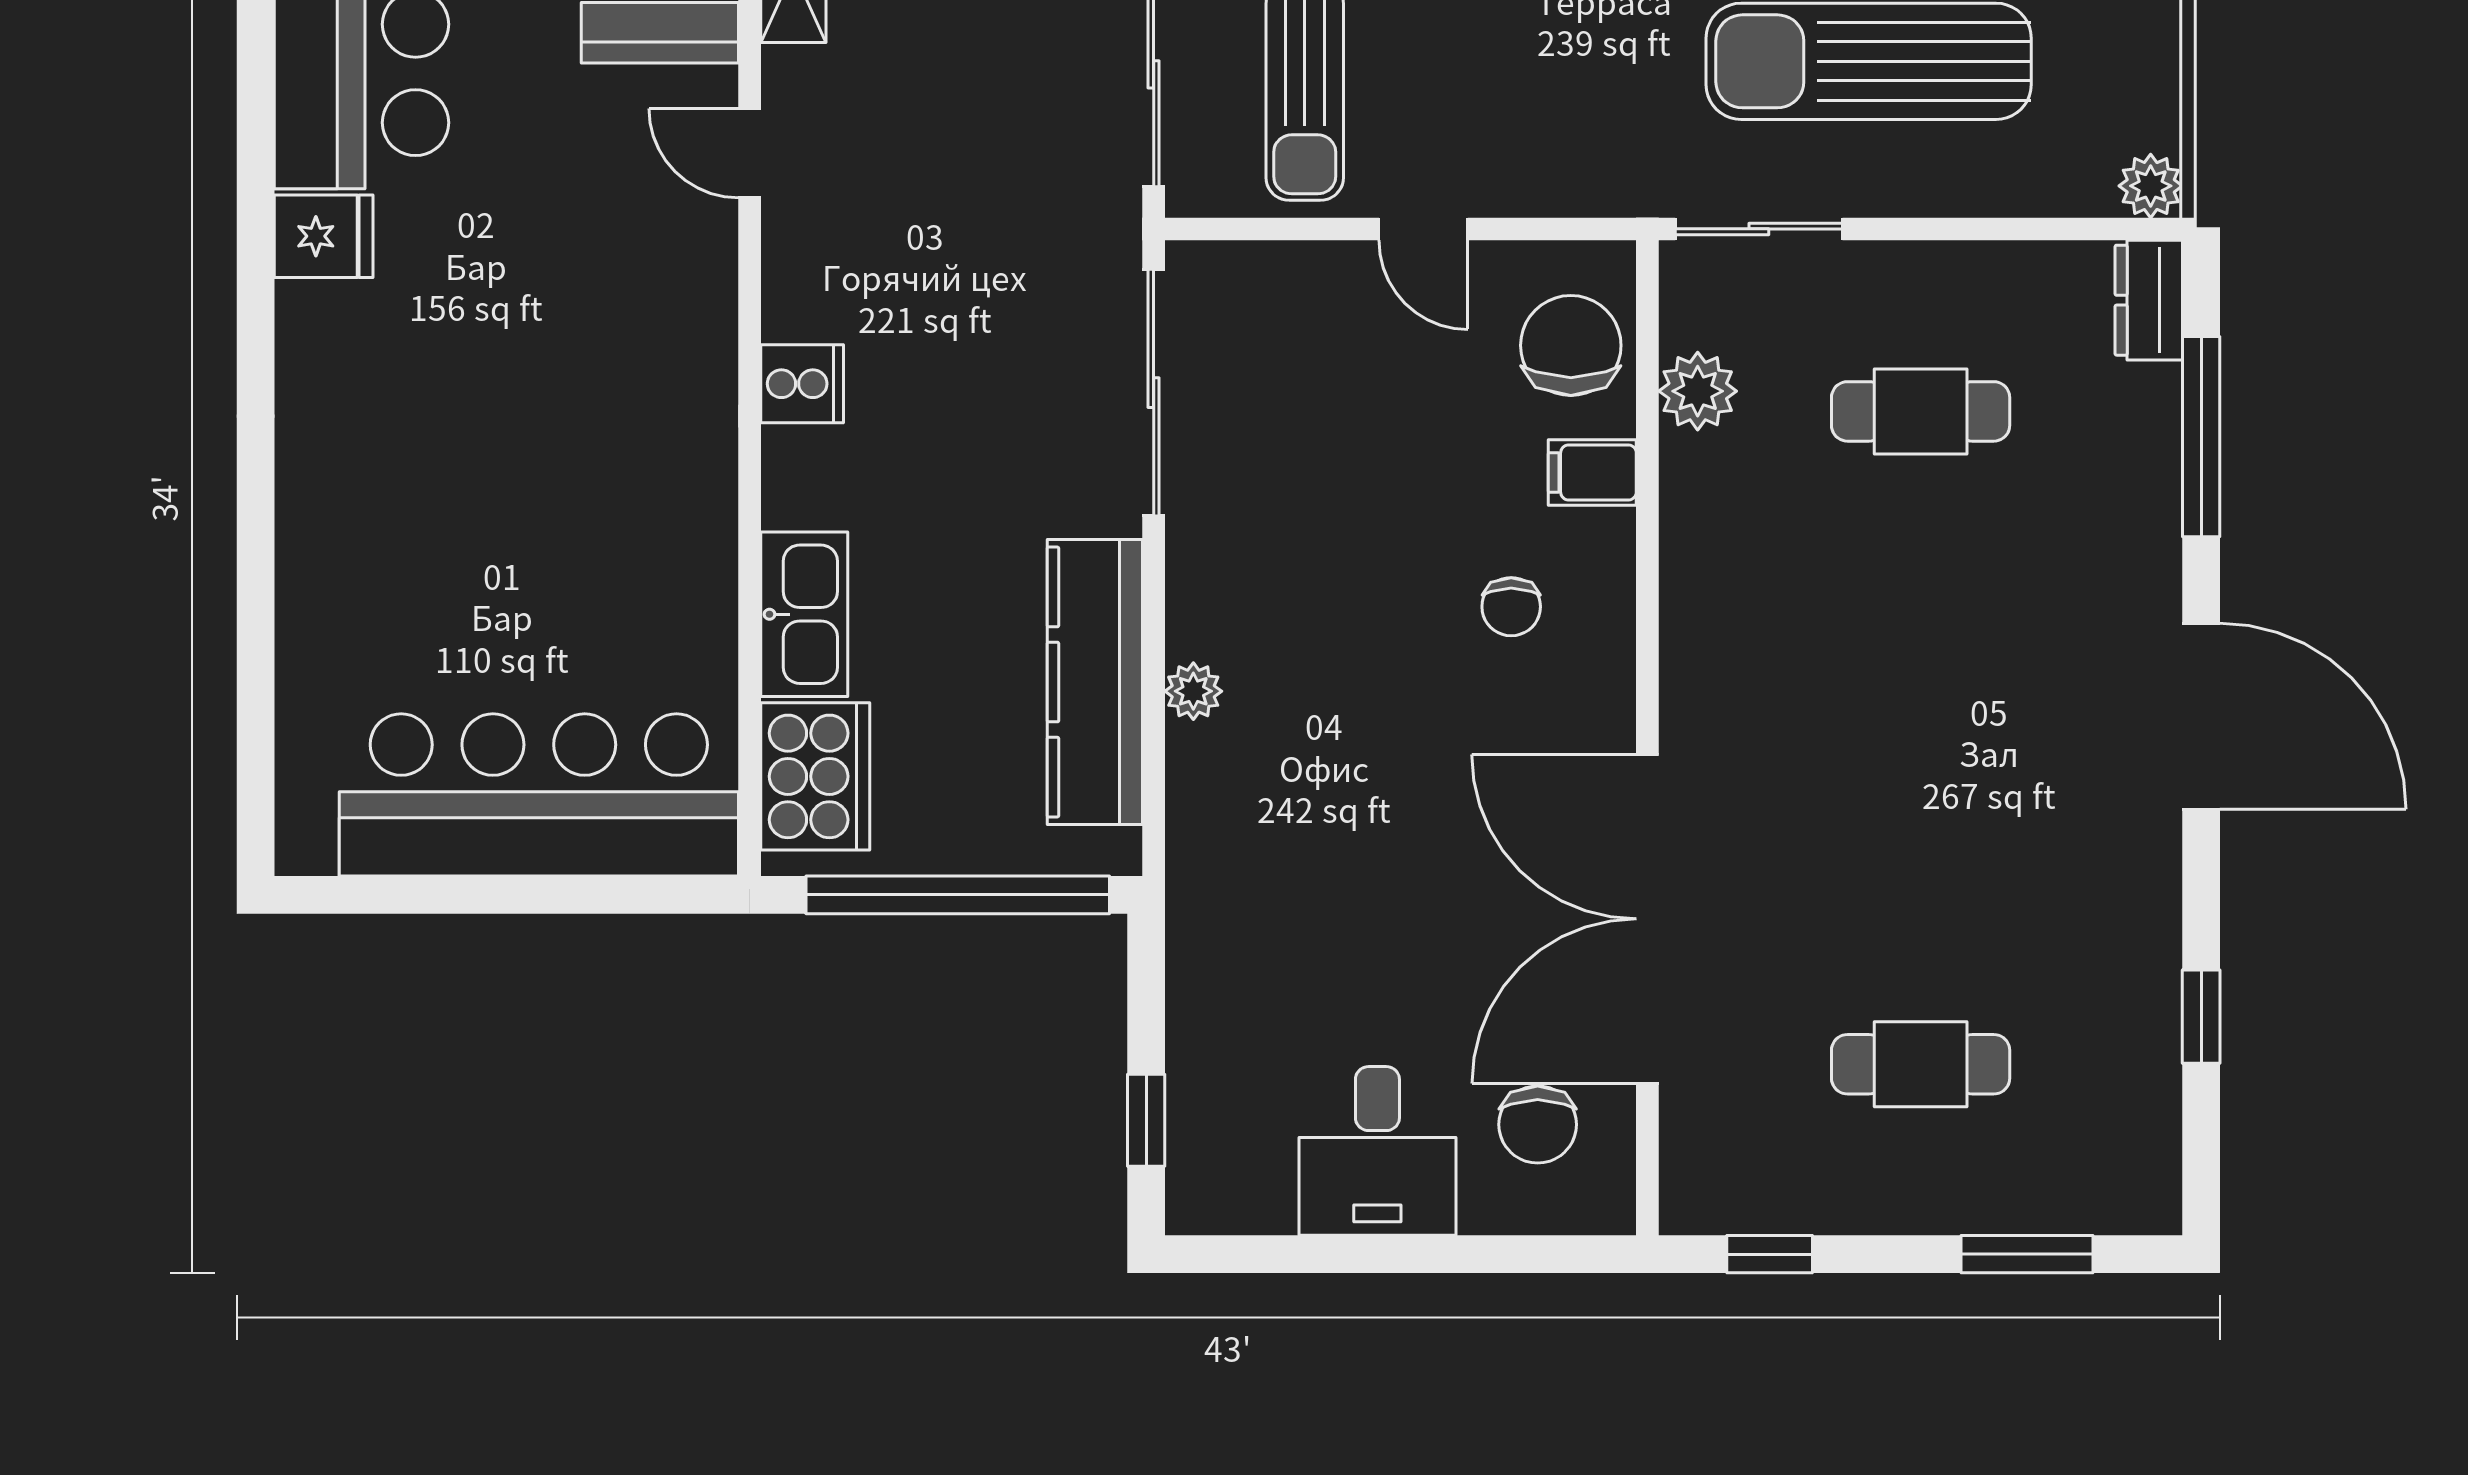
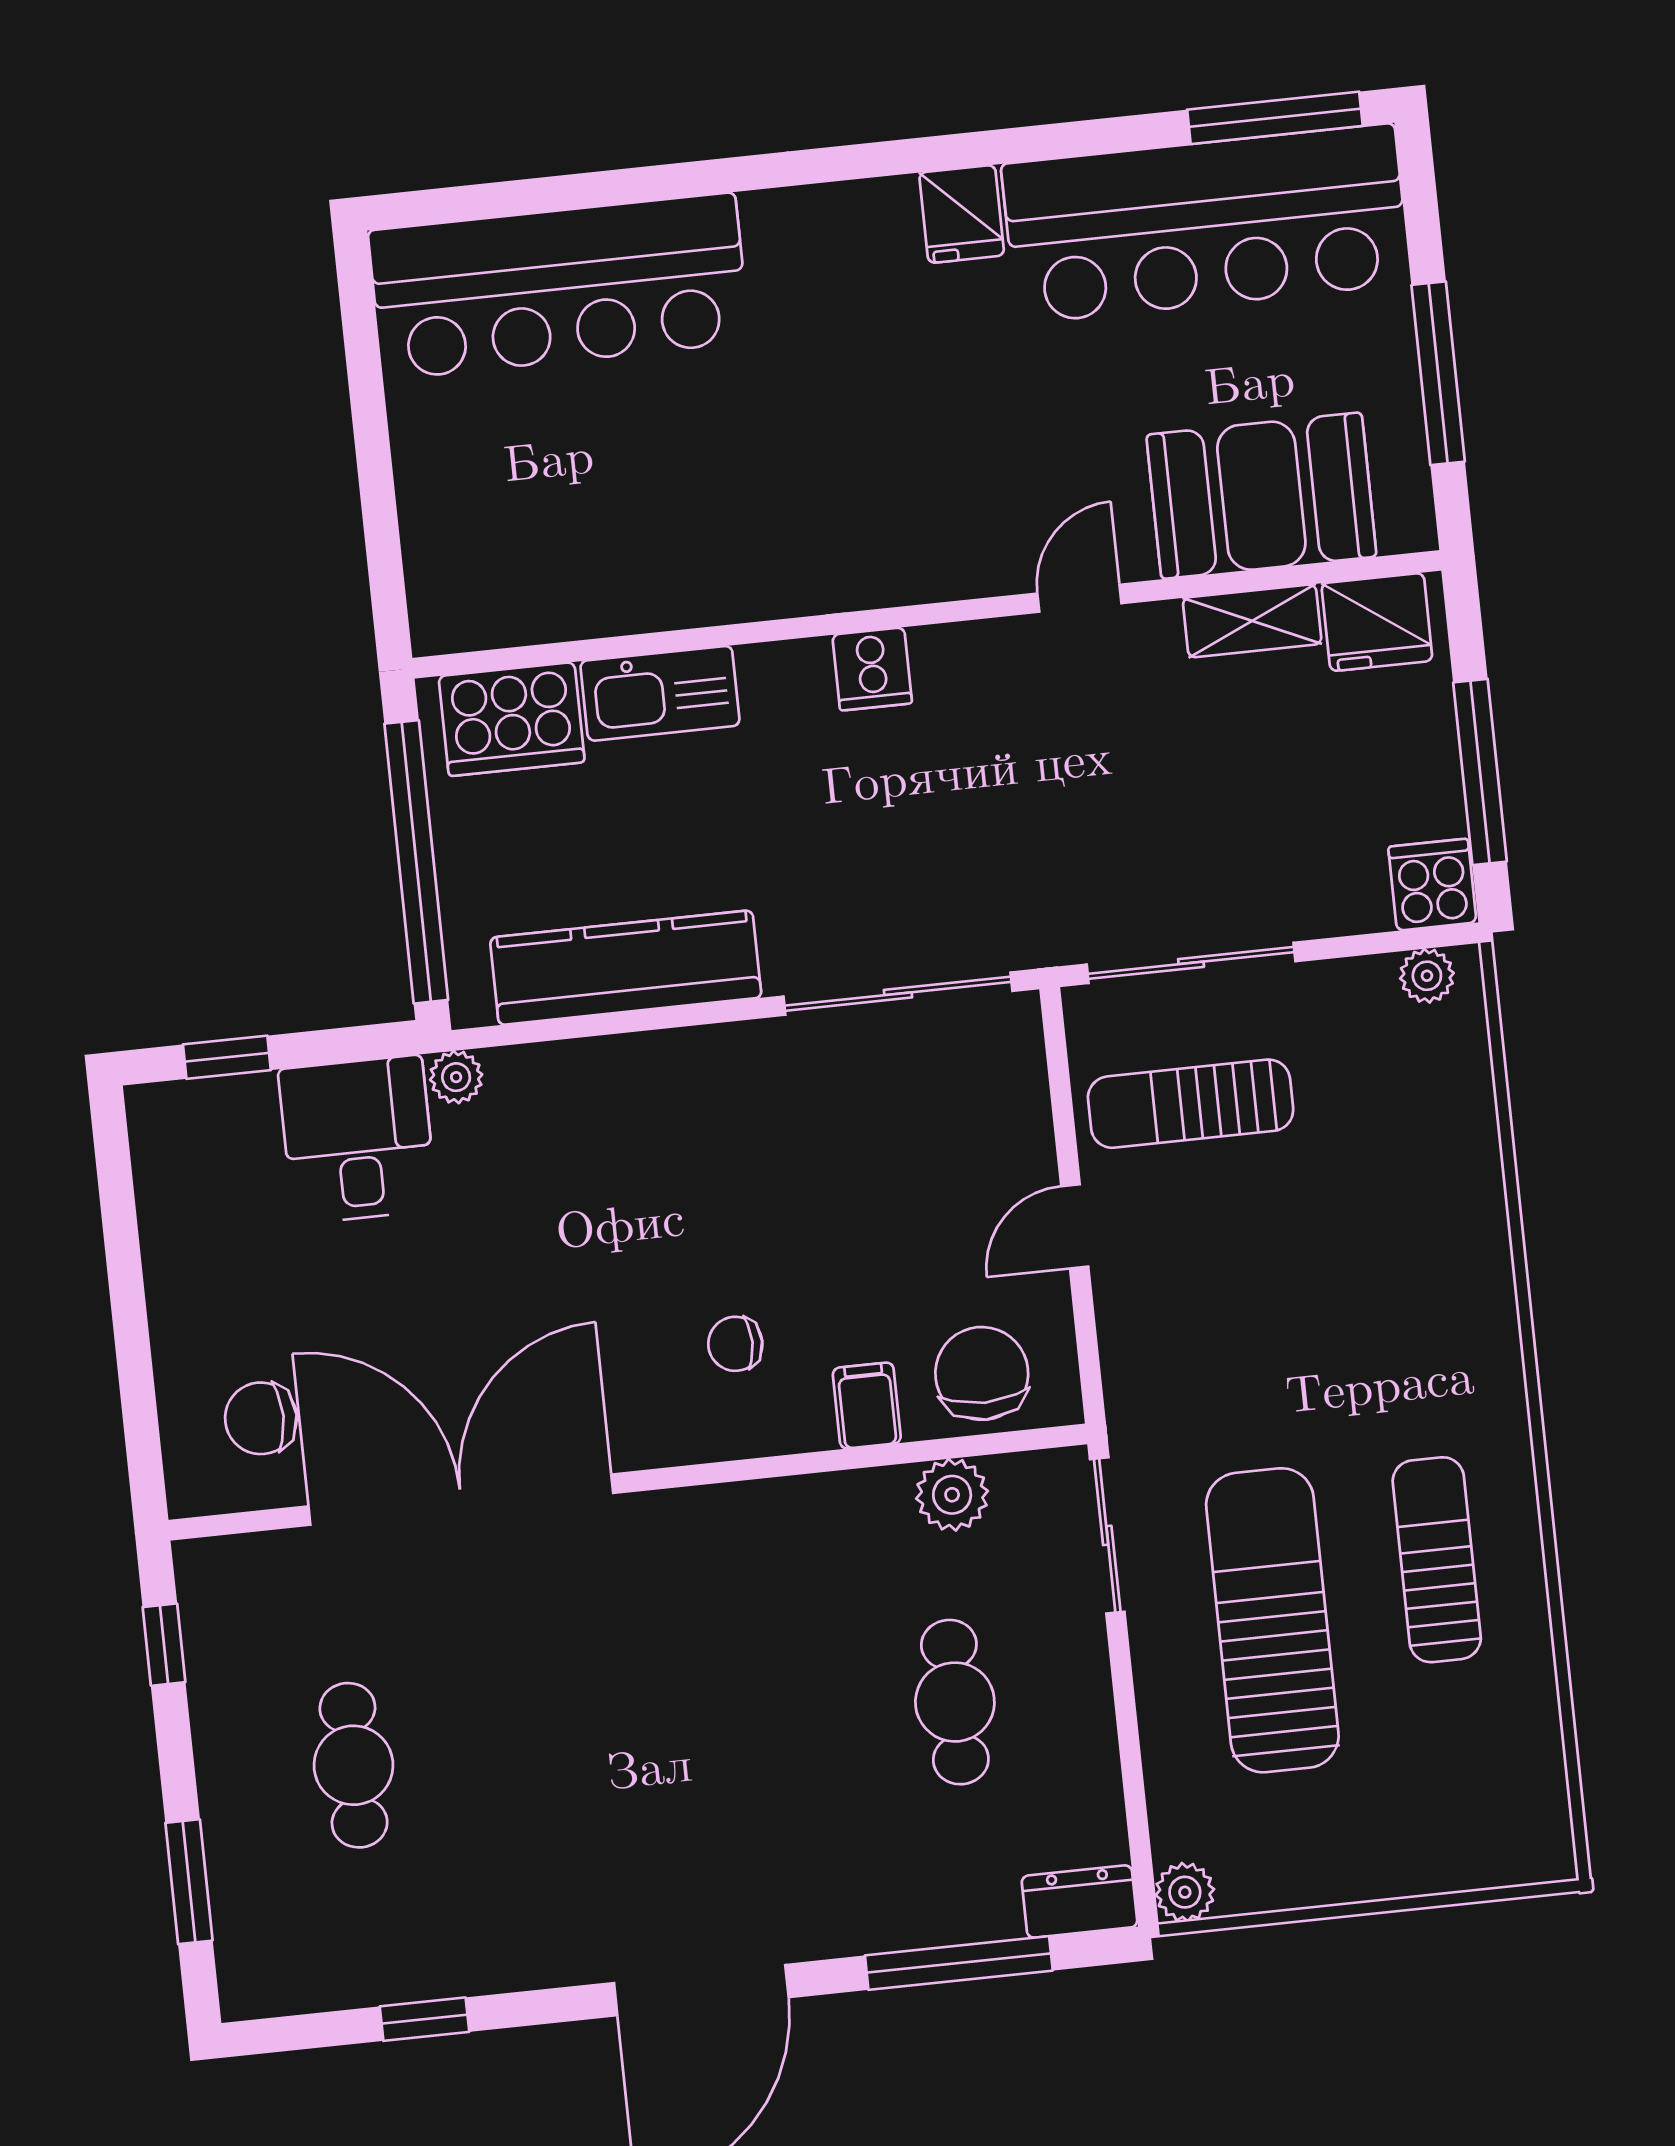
chair: (1571, 345) -> (982, 1373), turned -90
plant: (1193, 691) -> (456, 1077), moved
bar counter: (539, 795) -> (559, 286), moved, turned 90
desk: (1377, 1151) -> (358, 1140), moved, turned 90

